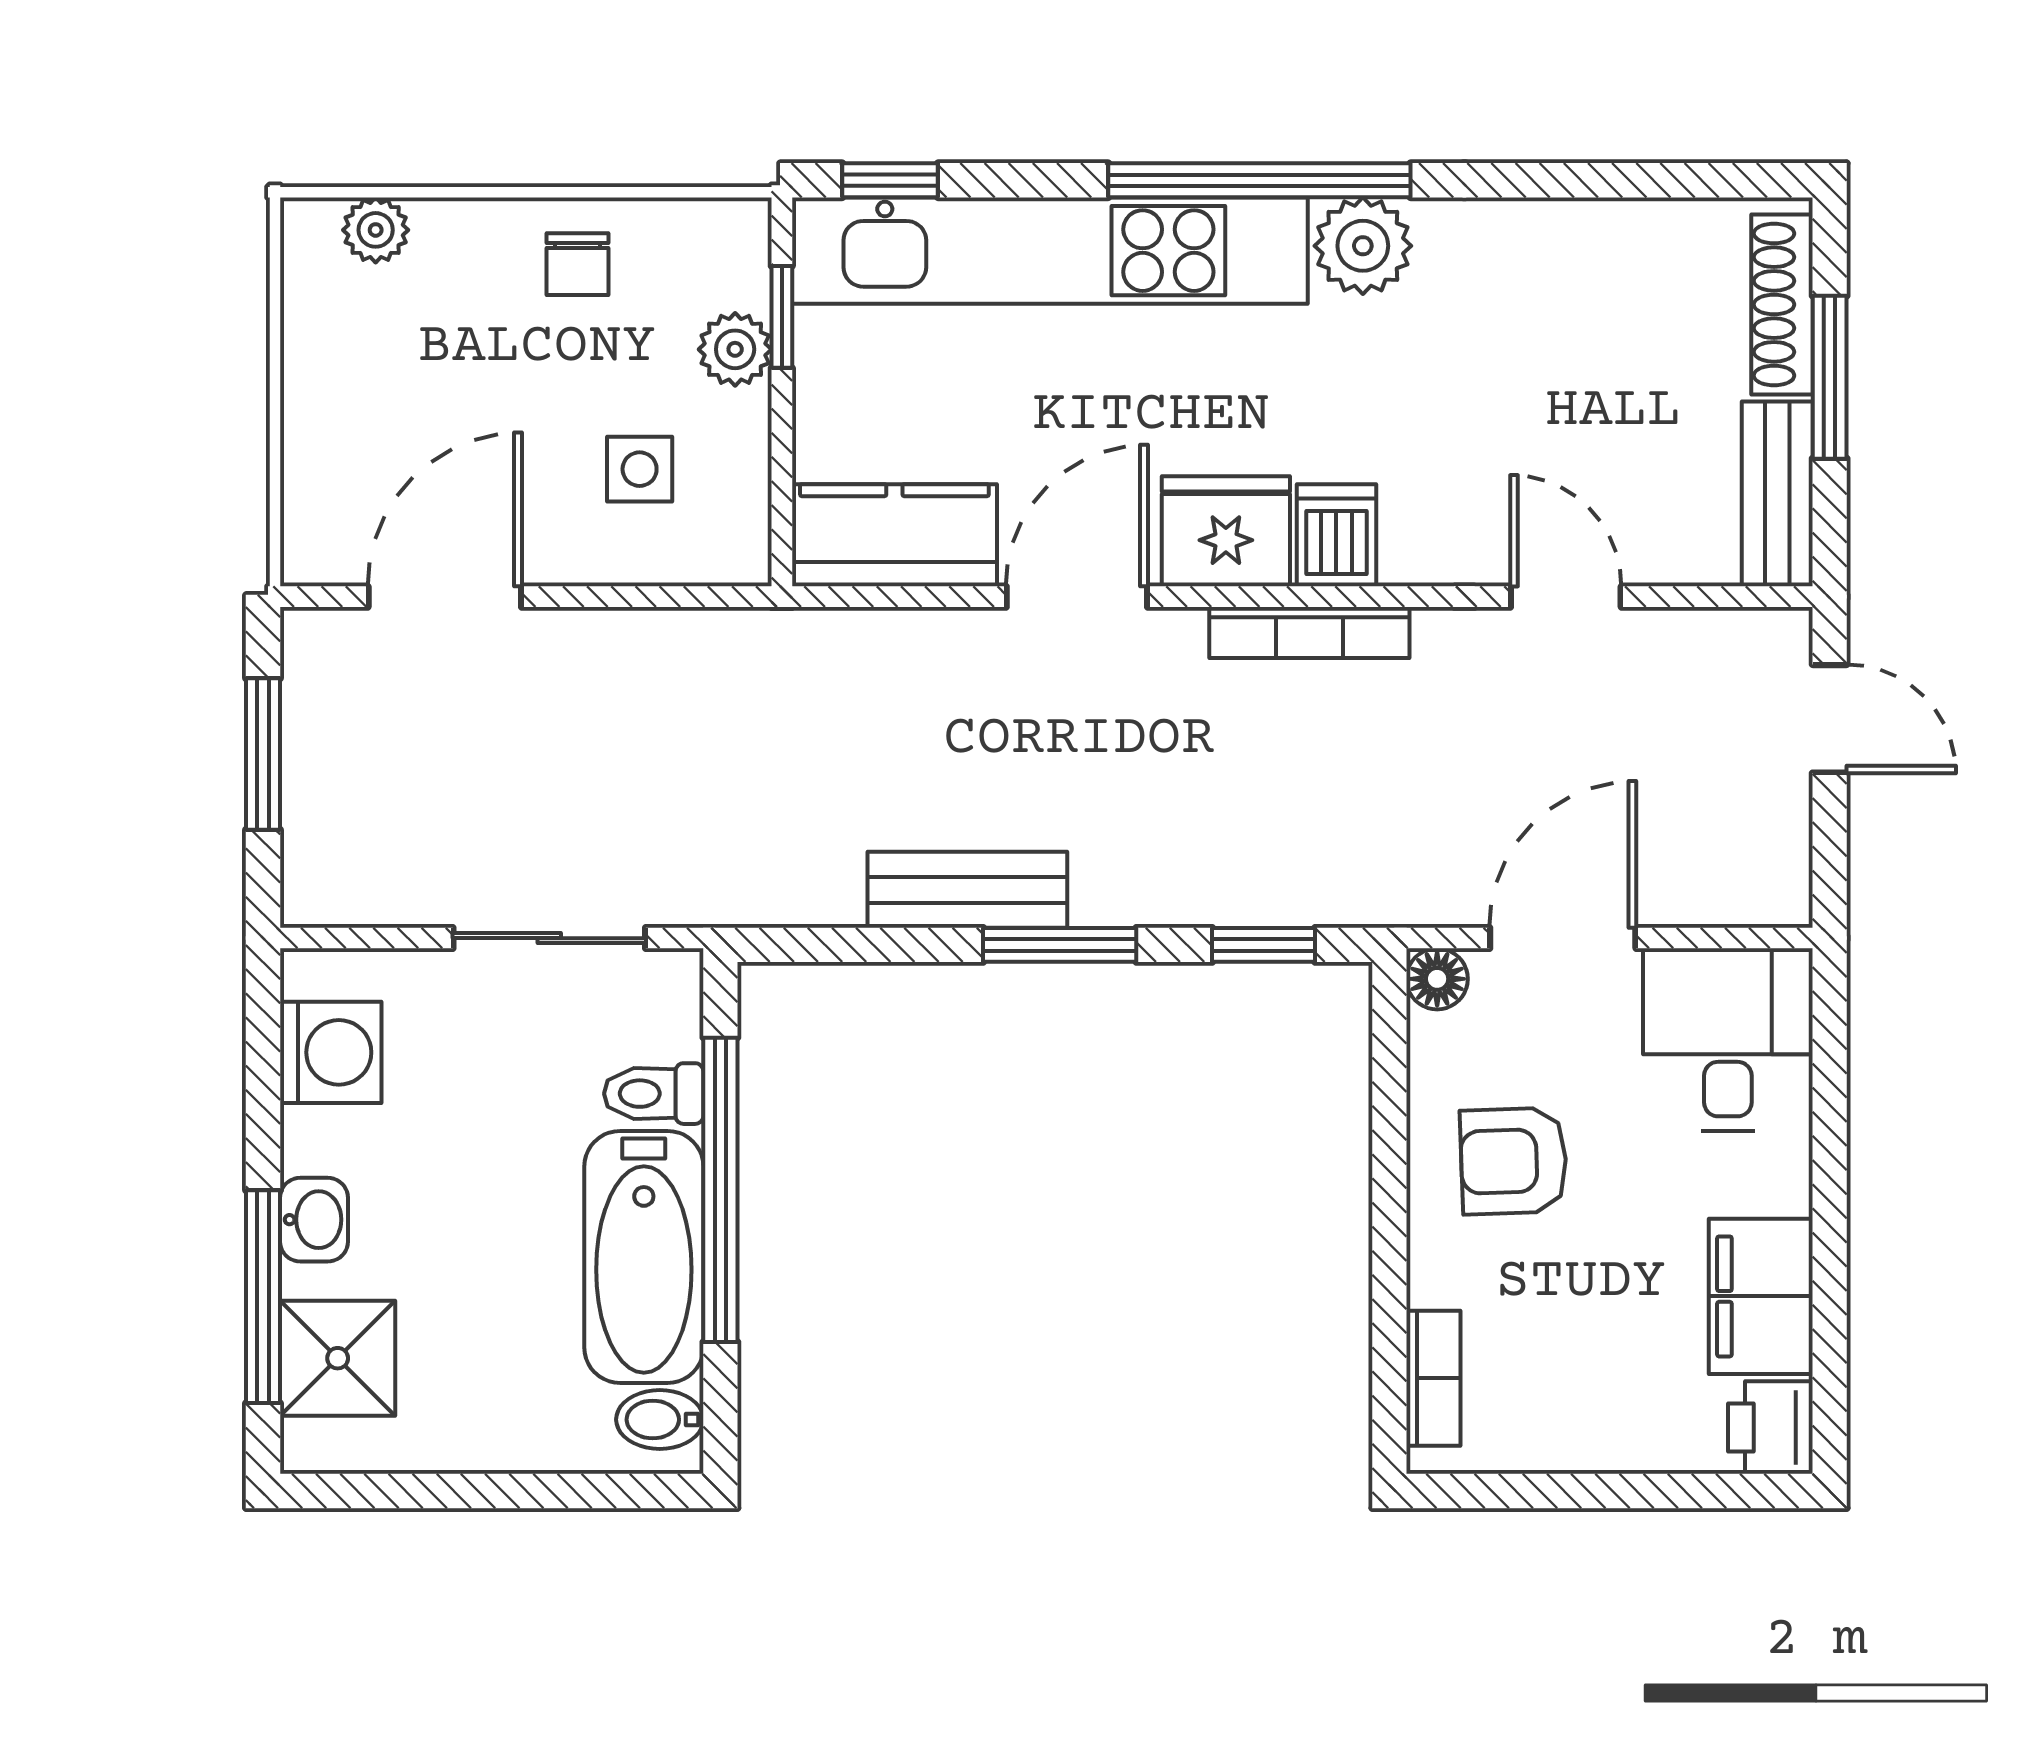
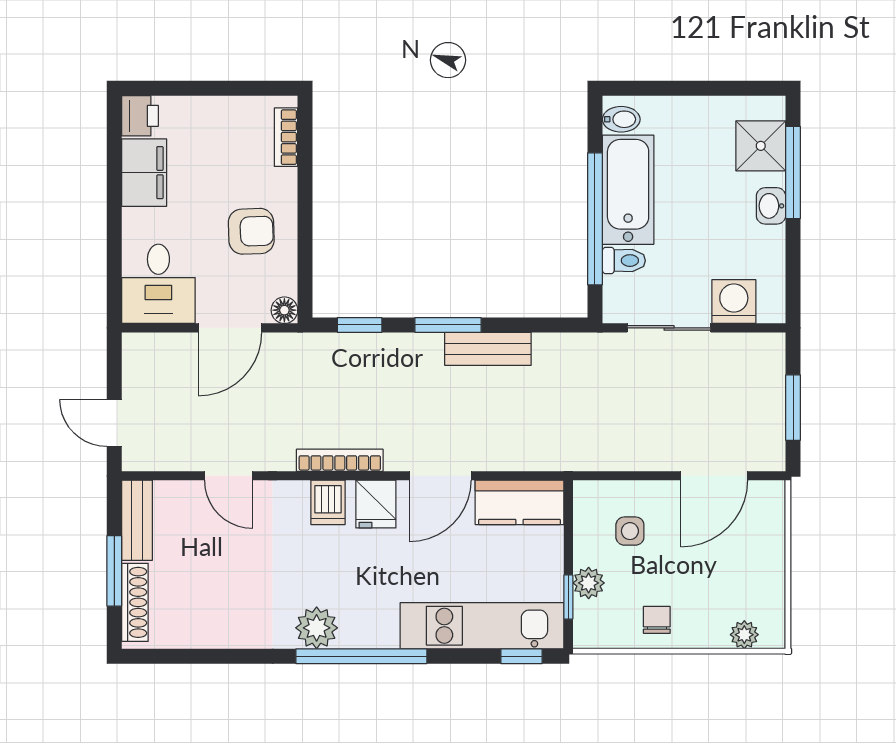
kitchen unit: (1050, 251) -> (482, 626), width x0.73
fridge: (1226, 531) -> (376, 504), width x0.72
washing machine: (331, 1052) -> (734, 302), moved, turned 90

